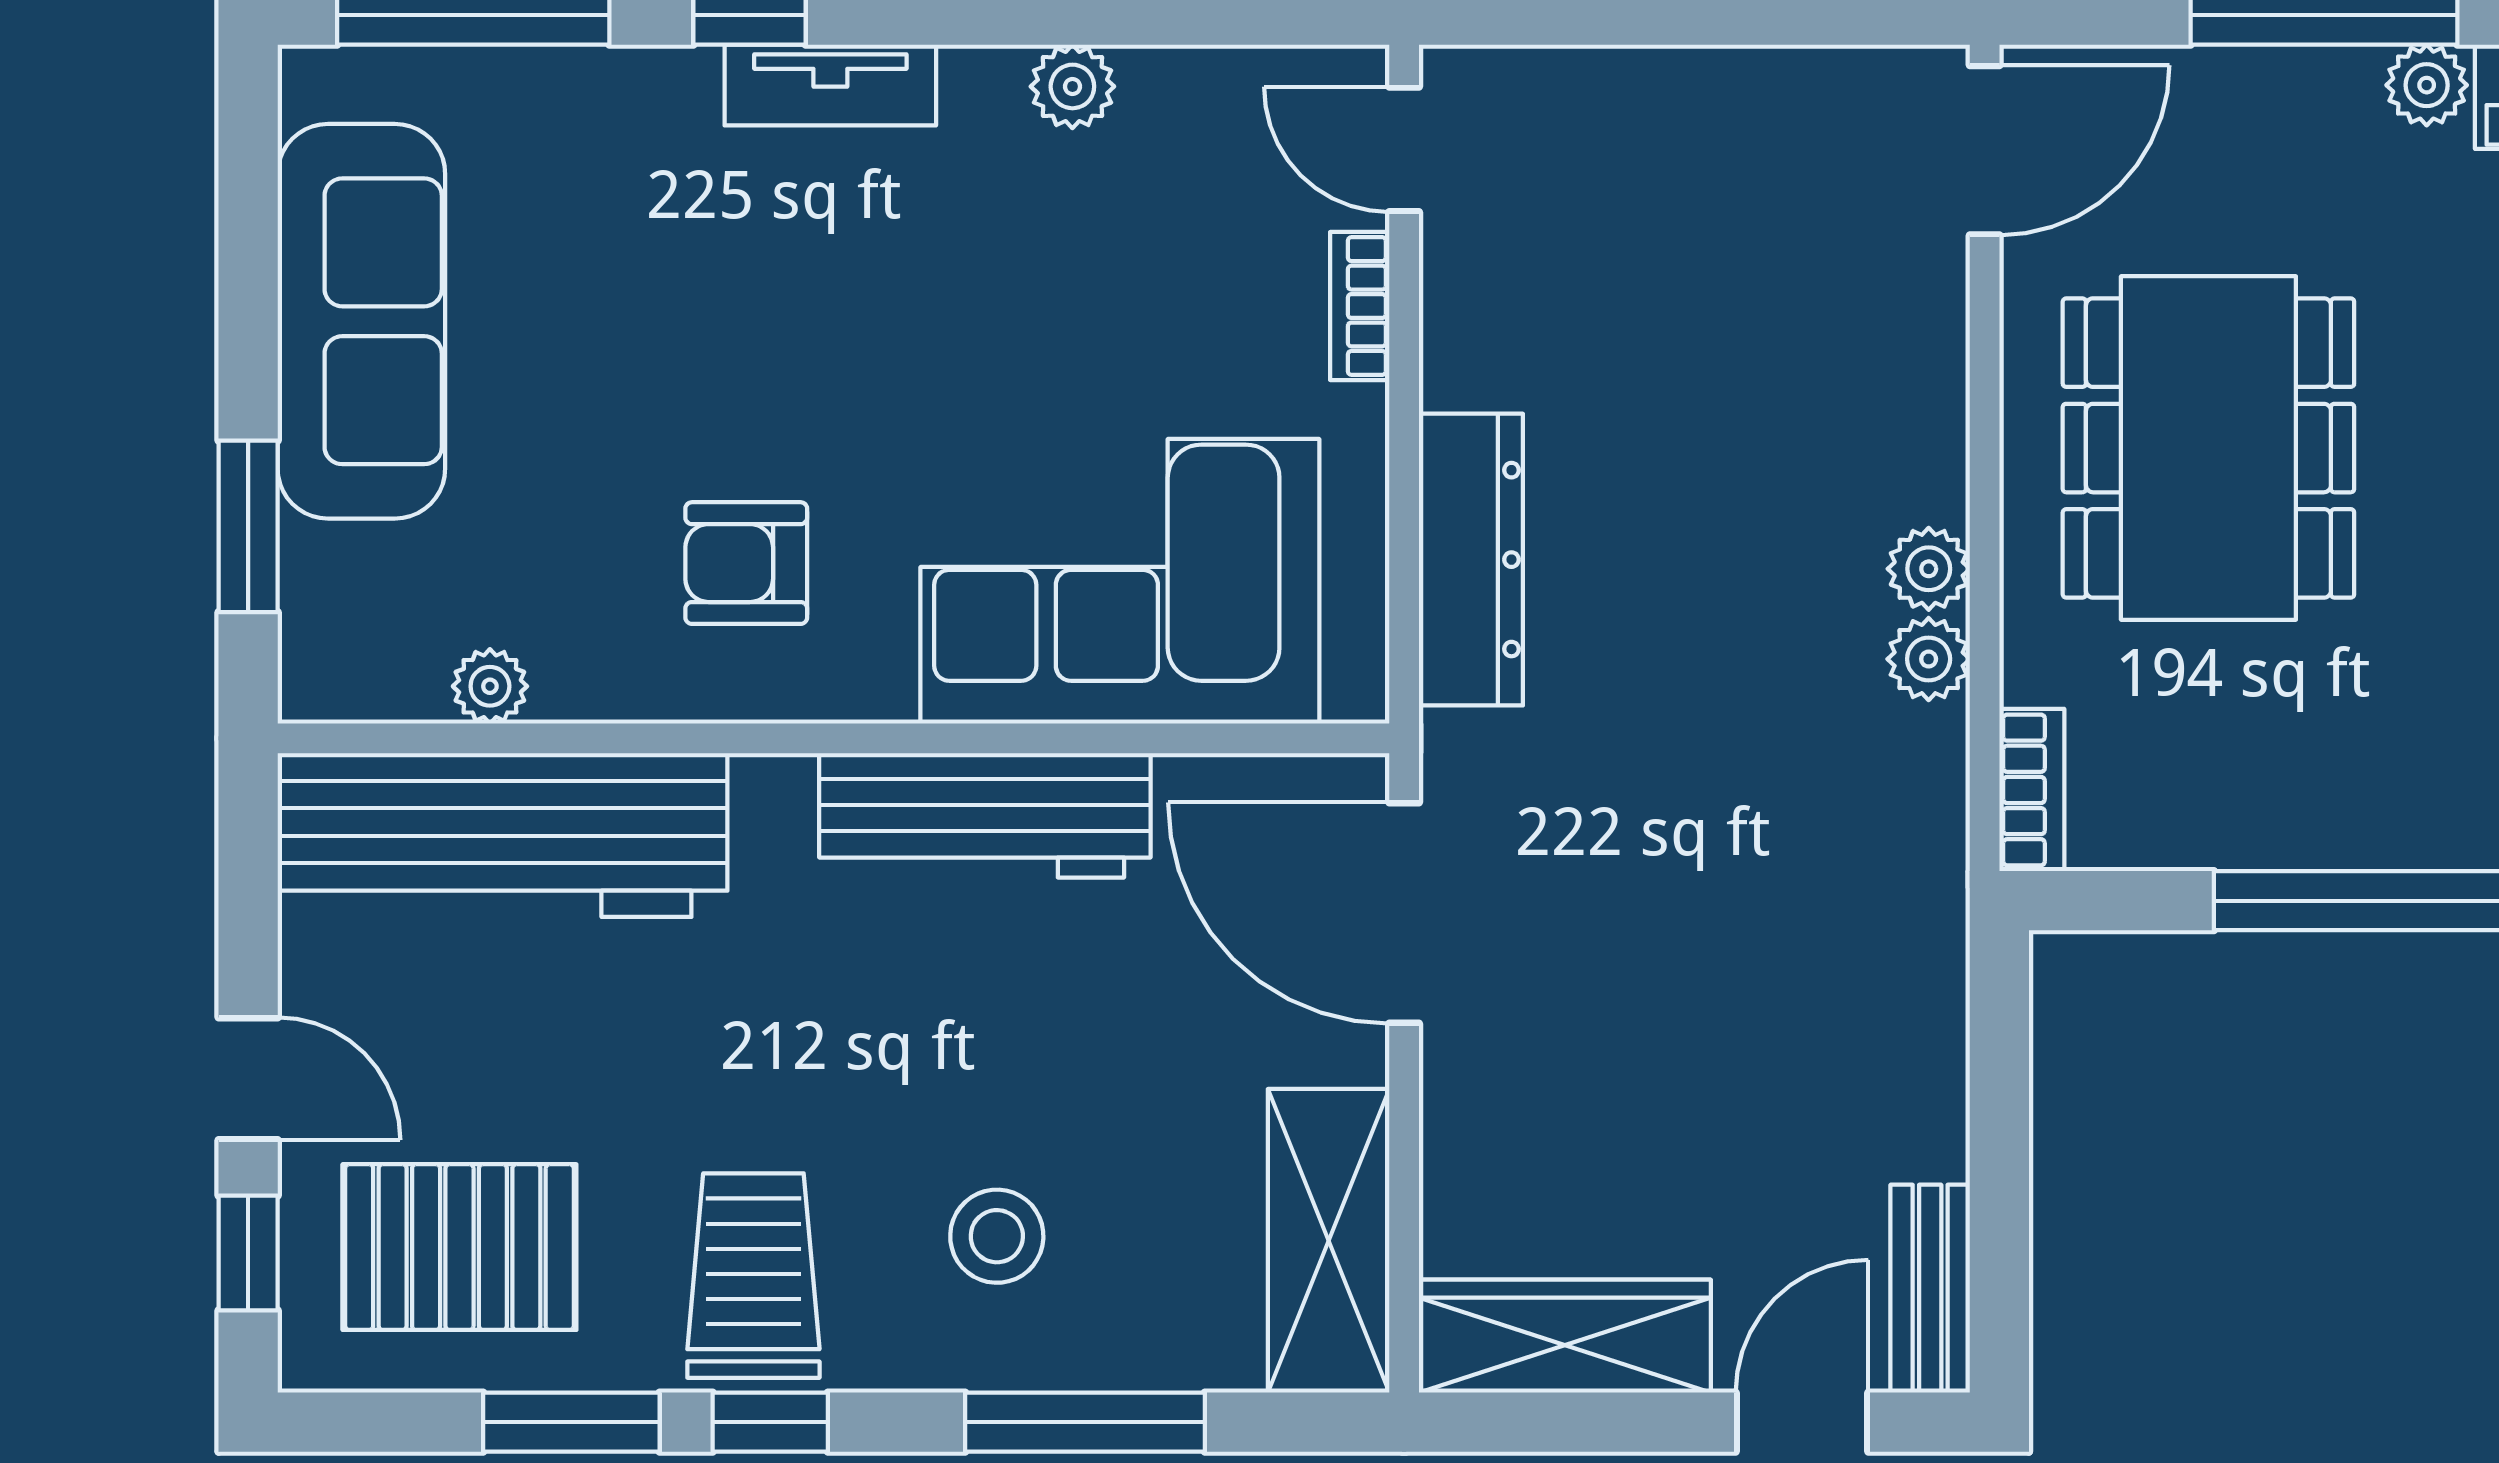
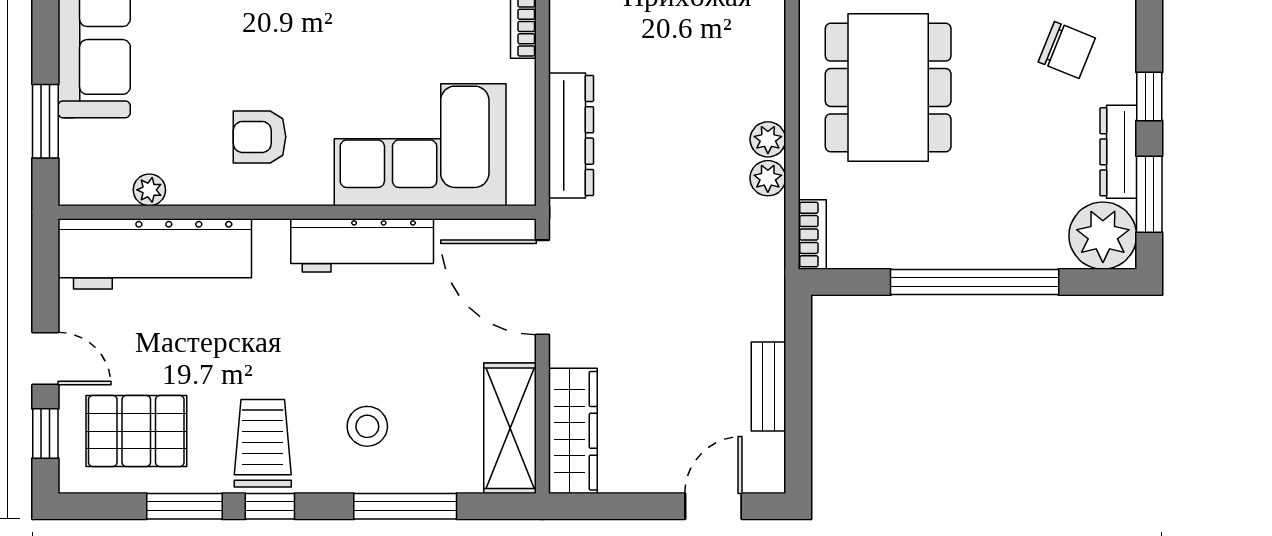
bench: (1930, 1289) -> (769, 386), moved
wardrobe: (1565, 1336) -> (573, 431), moved, turned 90

